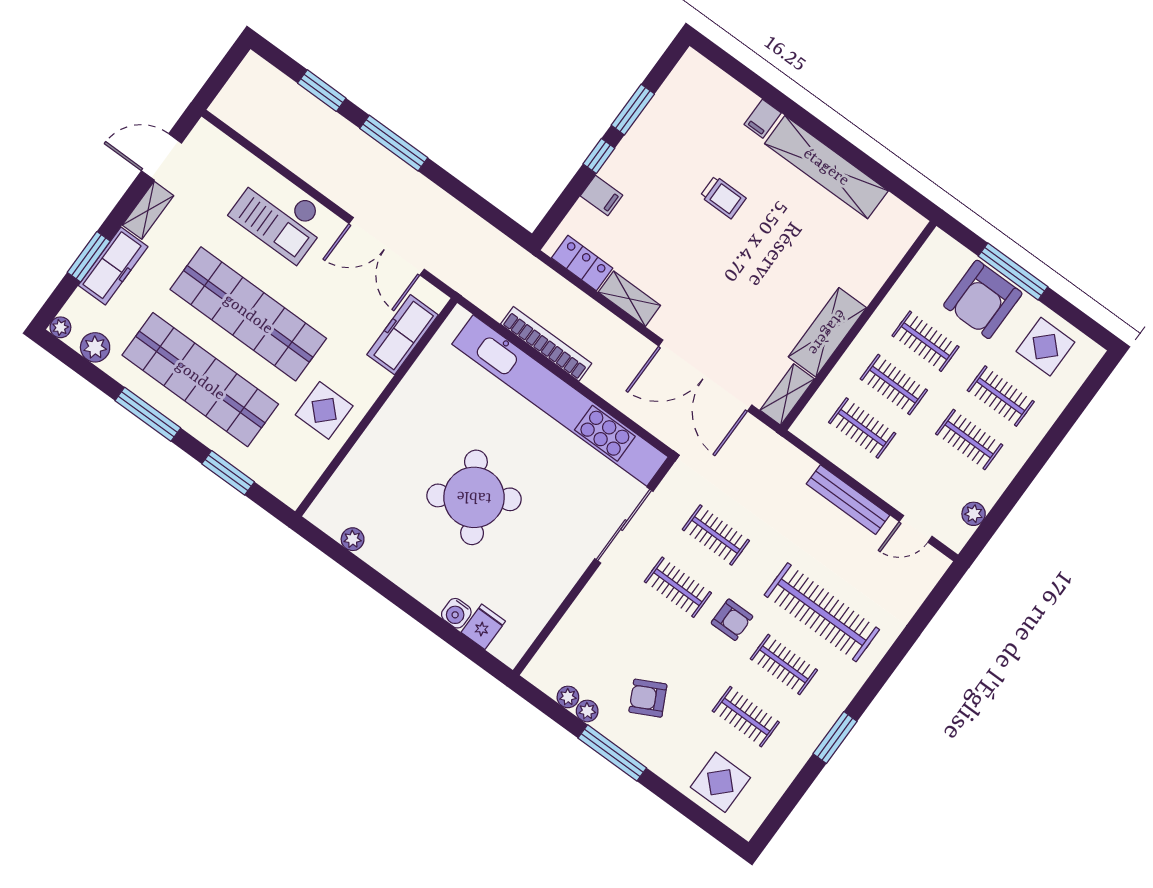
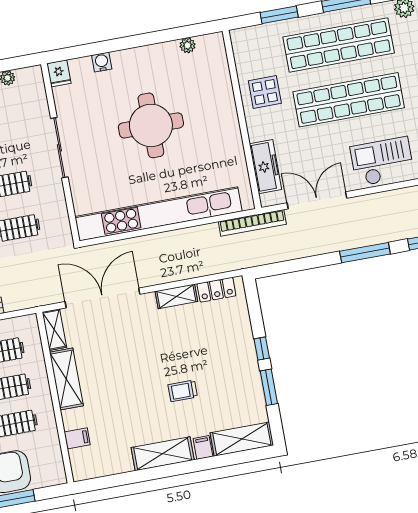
shelving: (715, 86) -> (242, 439), added
shelving: (826, 167) -> (163, 454), width x0.68
filing cabinet: (602, 195) -> (77, 438), moved, turned 180
bookcase: (546, 344) -> (252, 223), moved
round table: (474, 497) -> (151, 125), turned 33
sliding door: (624, 525) -> (59, 148), moved
fridge: (483, 627) -> (59, 73), moved

